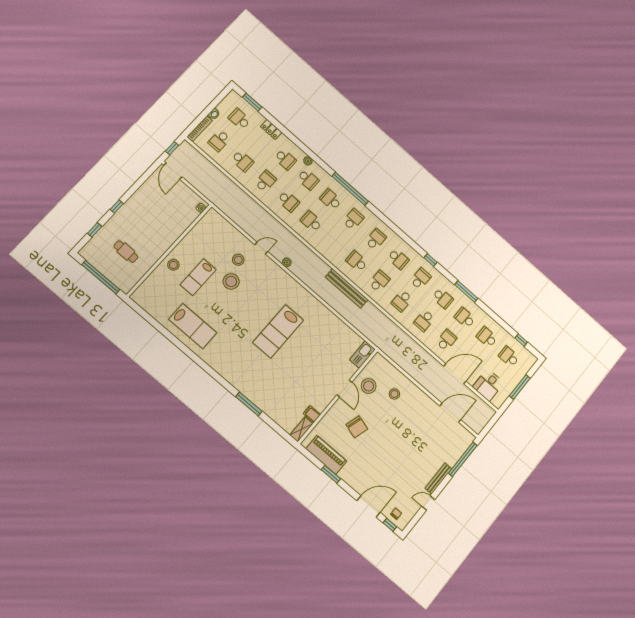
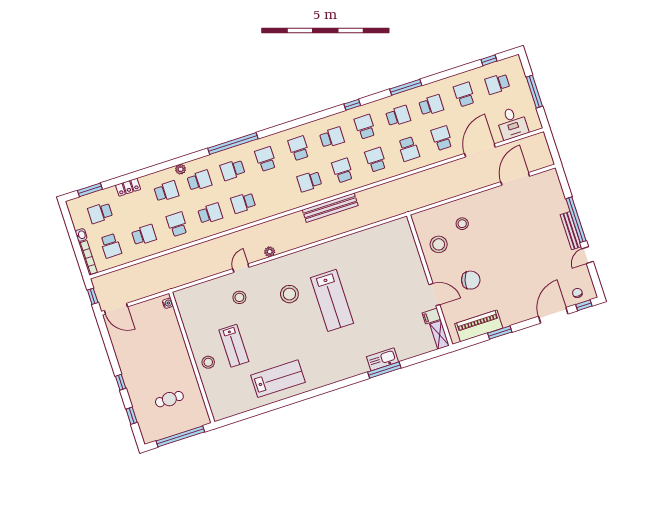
stool: (231, 281) -> (289, 294), moved
school desk: (402, 301) -> (376, 160), turned 180
school desk: (465, 318) -> (431, 105), turned 180
school desk: (487, 337) -> (464, 95), turned 90
kitchen sink: (362, 355) -> (382, 359), moved, turned 90
door: (344, 388) -> (434, 295), moved
window: (463, 459) -> (576, 220), moved

